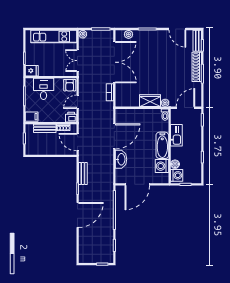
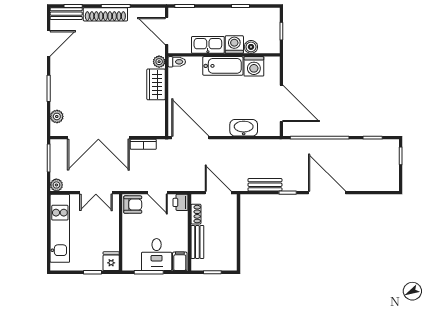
double door: (114, 62) -> (98, 138), swing flipped
desk: (44, 89) -> (157, 255), moved, turned -90
door: (114, 136) -> (190, 138), moved
door: (78, 142) -> (218, 193), swing flipped
washing machine: (177, 175) -> (234, 44), moved

